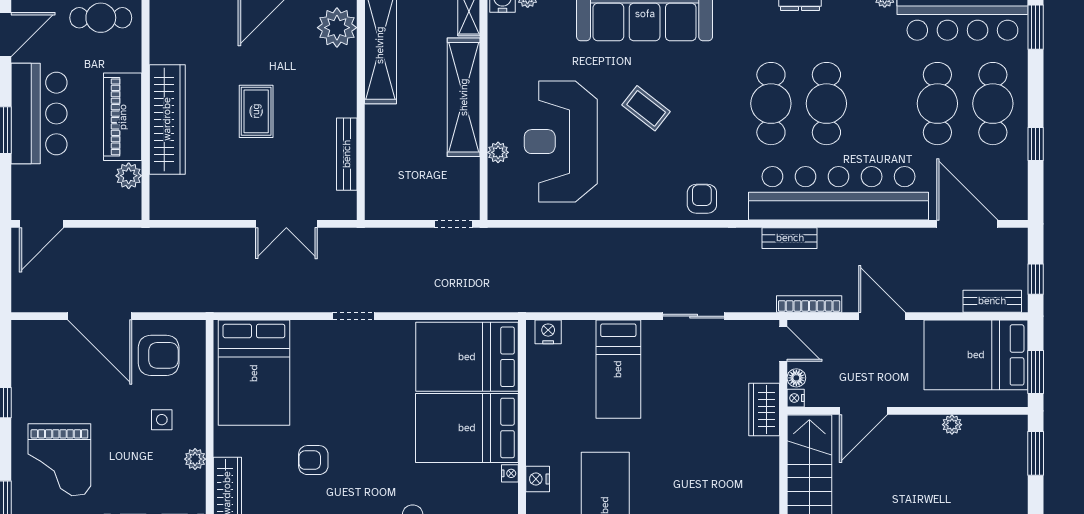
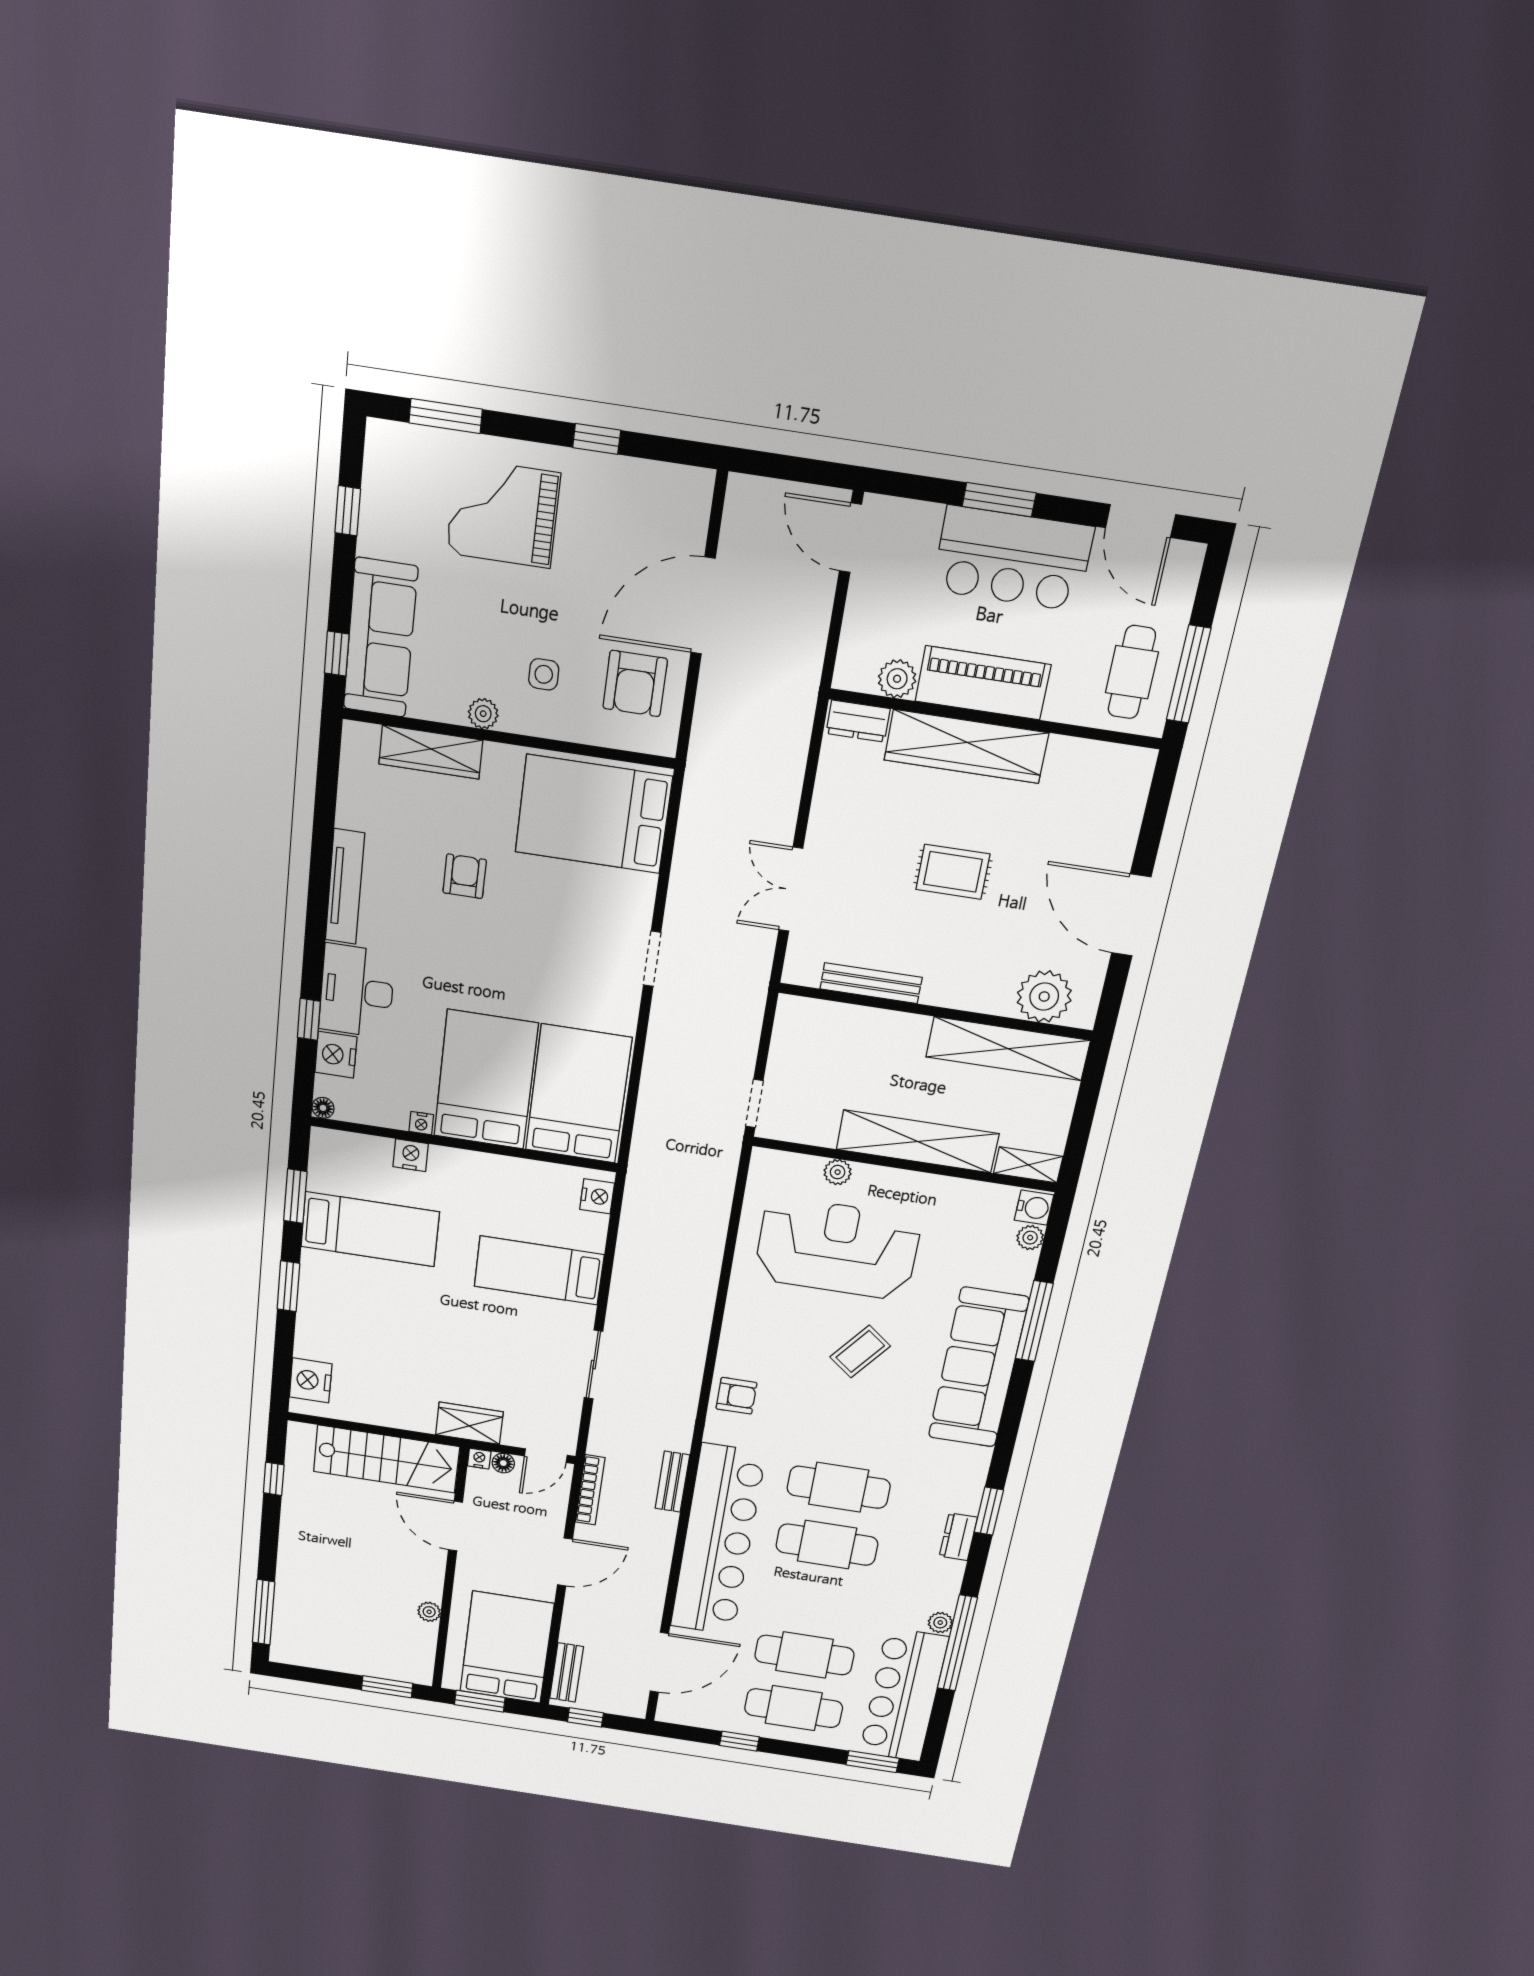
dresser: (161, 197) -> (858, 721), added

